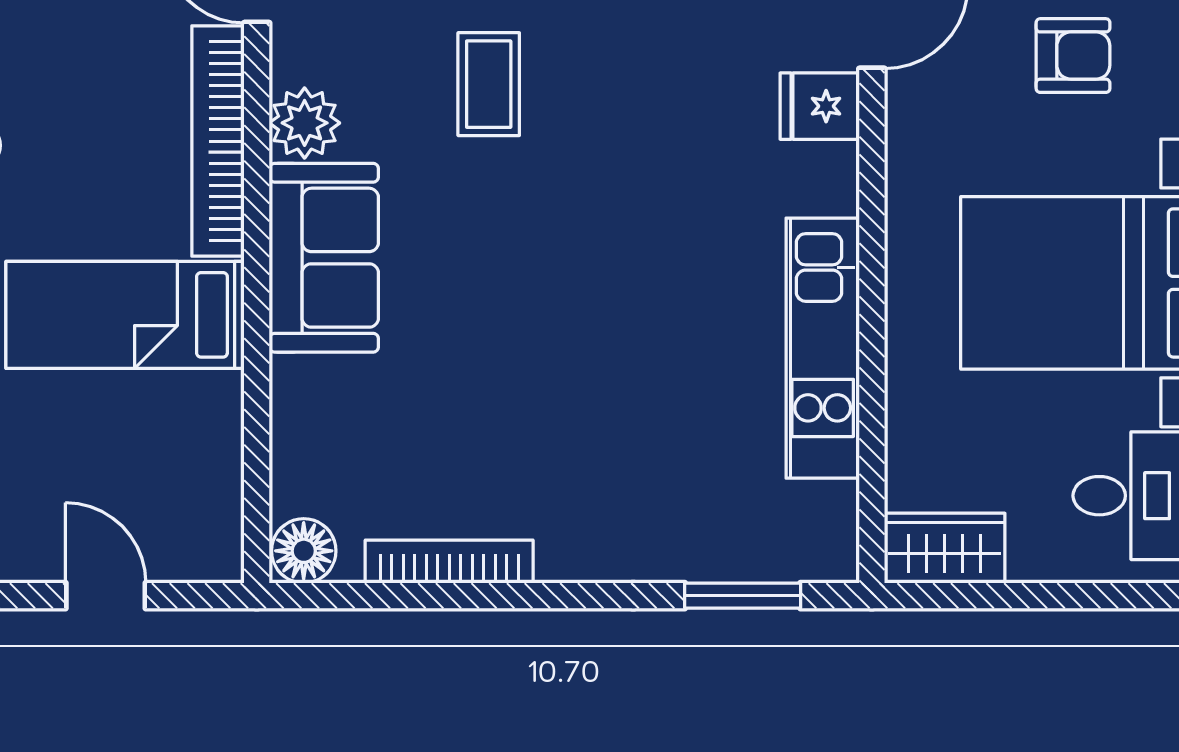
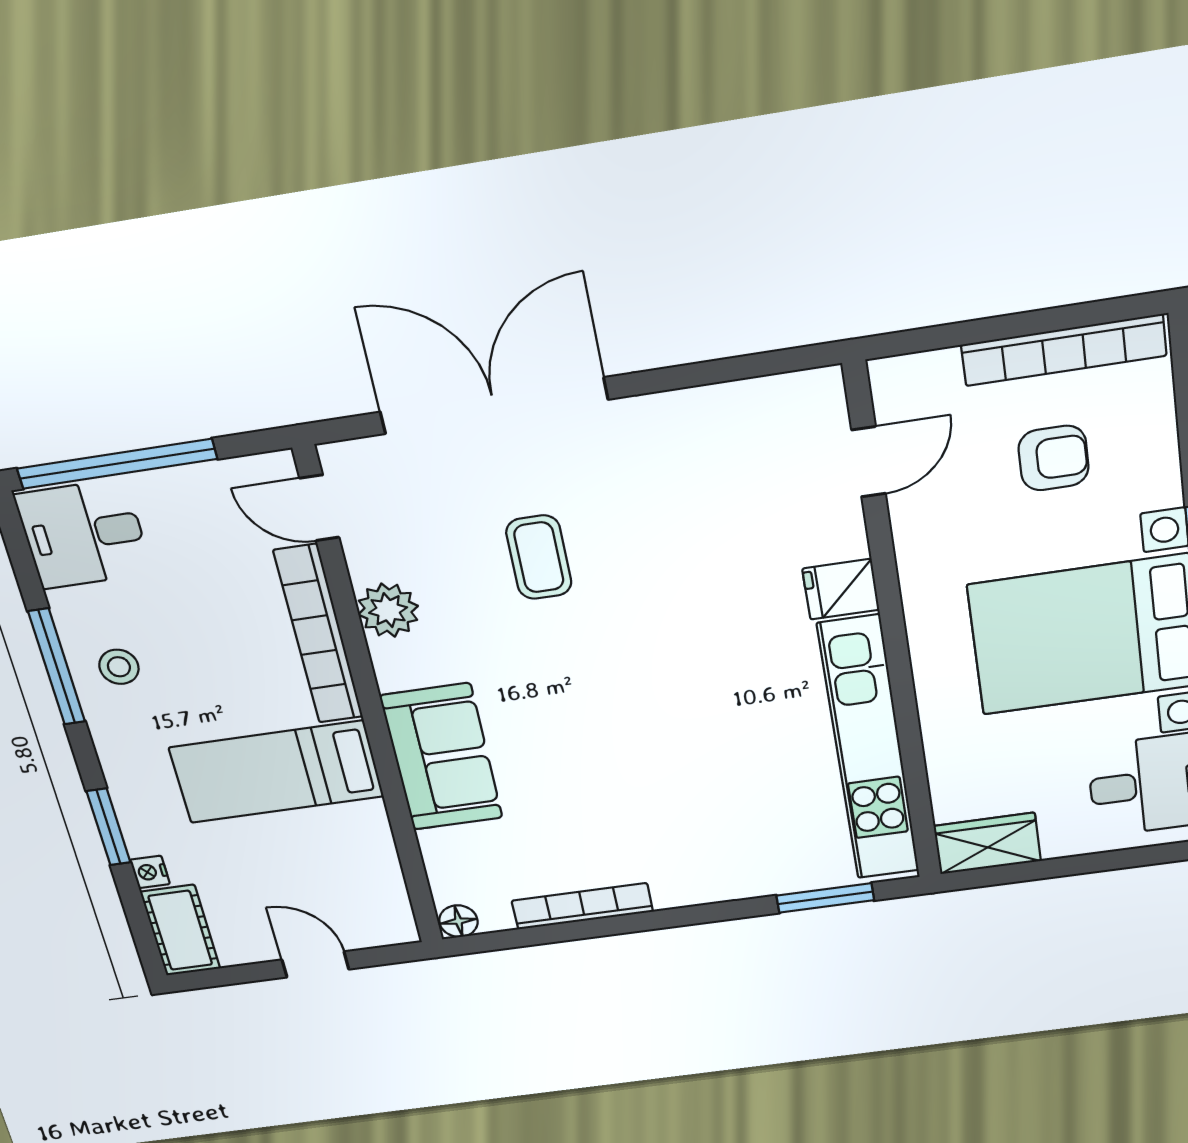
fridge: (820, 106) -> (841, 589), moved
sofa: (324, 258) -> (442, 757), moved
kitchen unit: (823, 348) -> (869, 749), width x1.36
floor lamp: (304, 551) -> (458, 921), width x0.73, depth x0.73

